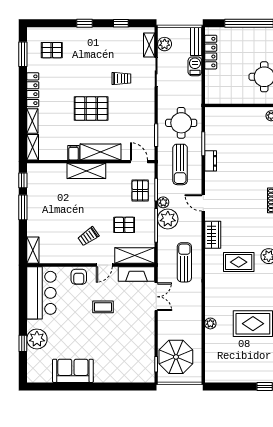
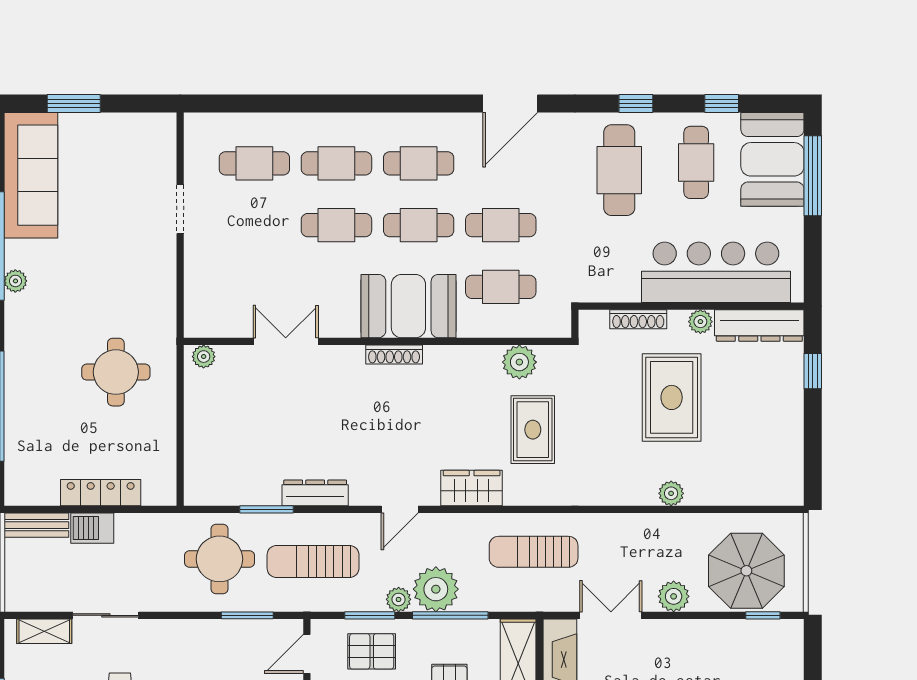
plant: (165, 44) -> (674, 596), moved
locker: (211, 52) -> (101, 493), moved
dresser: (211, 161) -> (315, 493), width x1.44
sun lounger: (180, 164) -> (313, 561), turned 180

